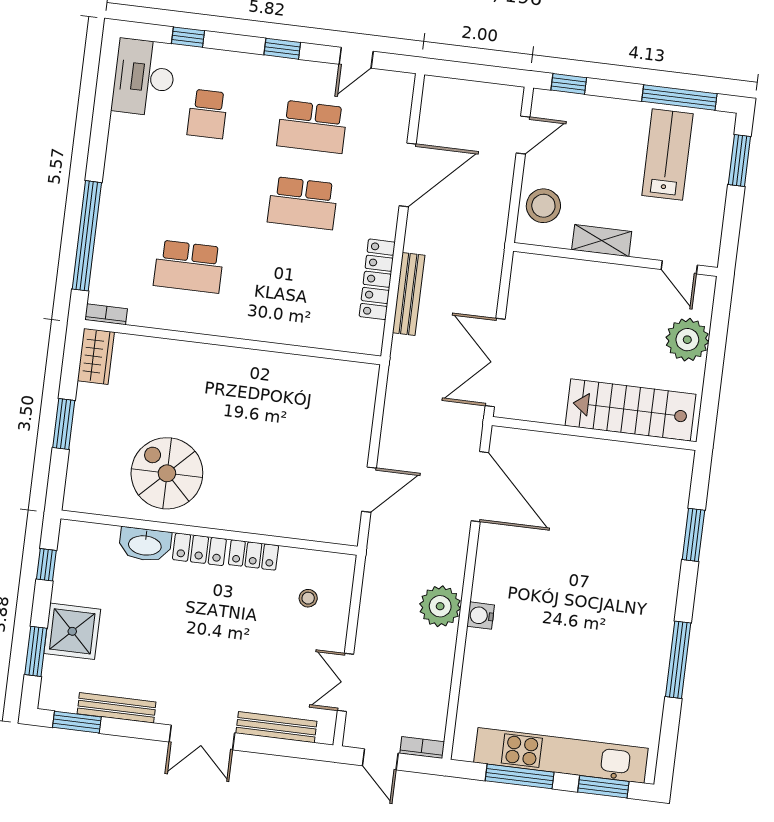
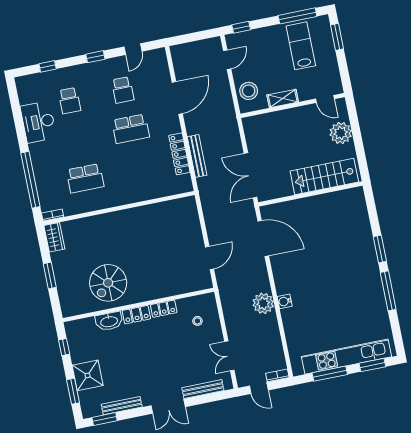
desk: (144, 77) -> (38, 122), moved
school desk: (312, 127) -> (123, 90), width x0.54
spiral stairs: (167, 473) -> (108, 283), turned -90
window: (693, 535) -> (380, 249), moved

